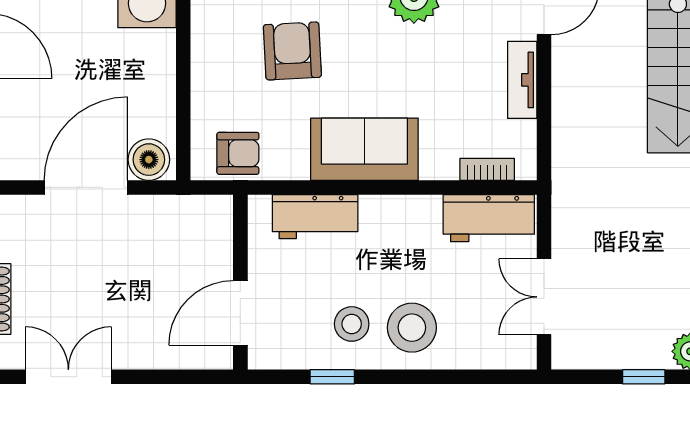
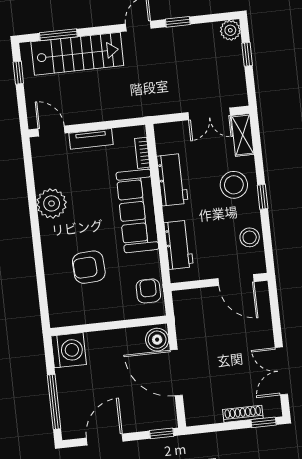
sofa: (364, 149) -> (137, 211), width x1.36
workbench: (489, 218) -> (172, 180), moved
stool: (352, 324) -> (250, 237), moved
shelving: (500, 353) -> (243, 135), added
window: (332, 377) -> (263, 197), moved

